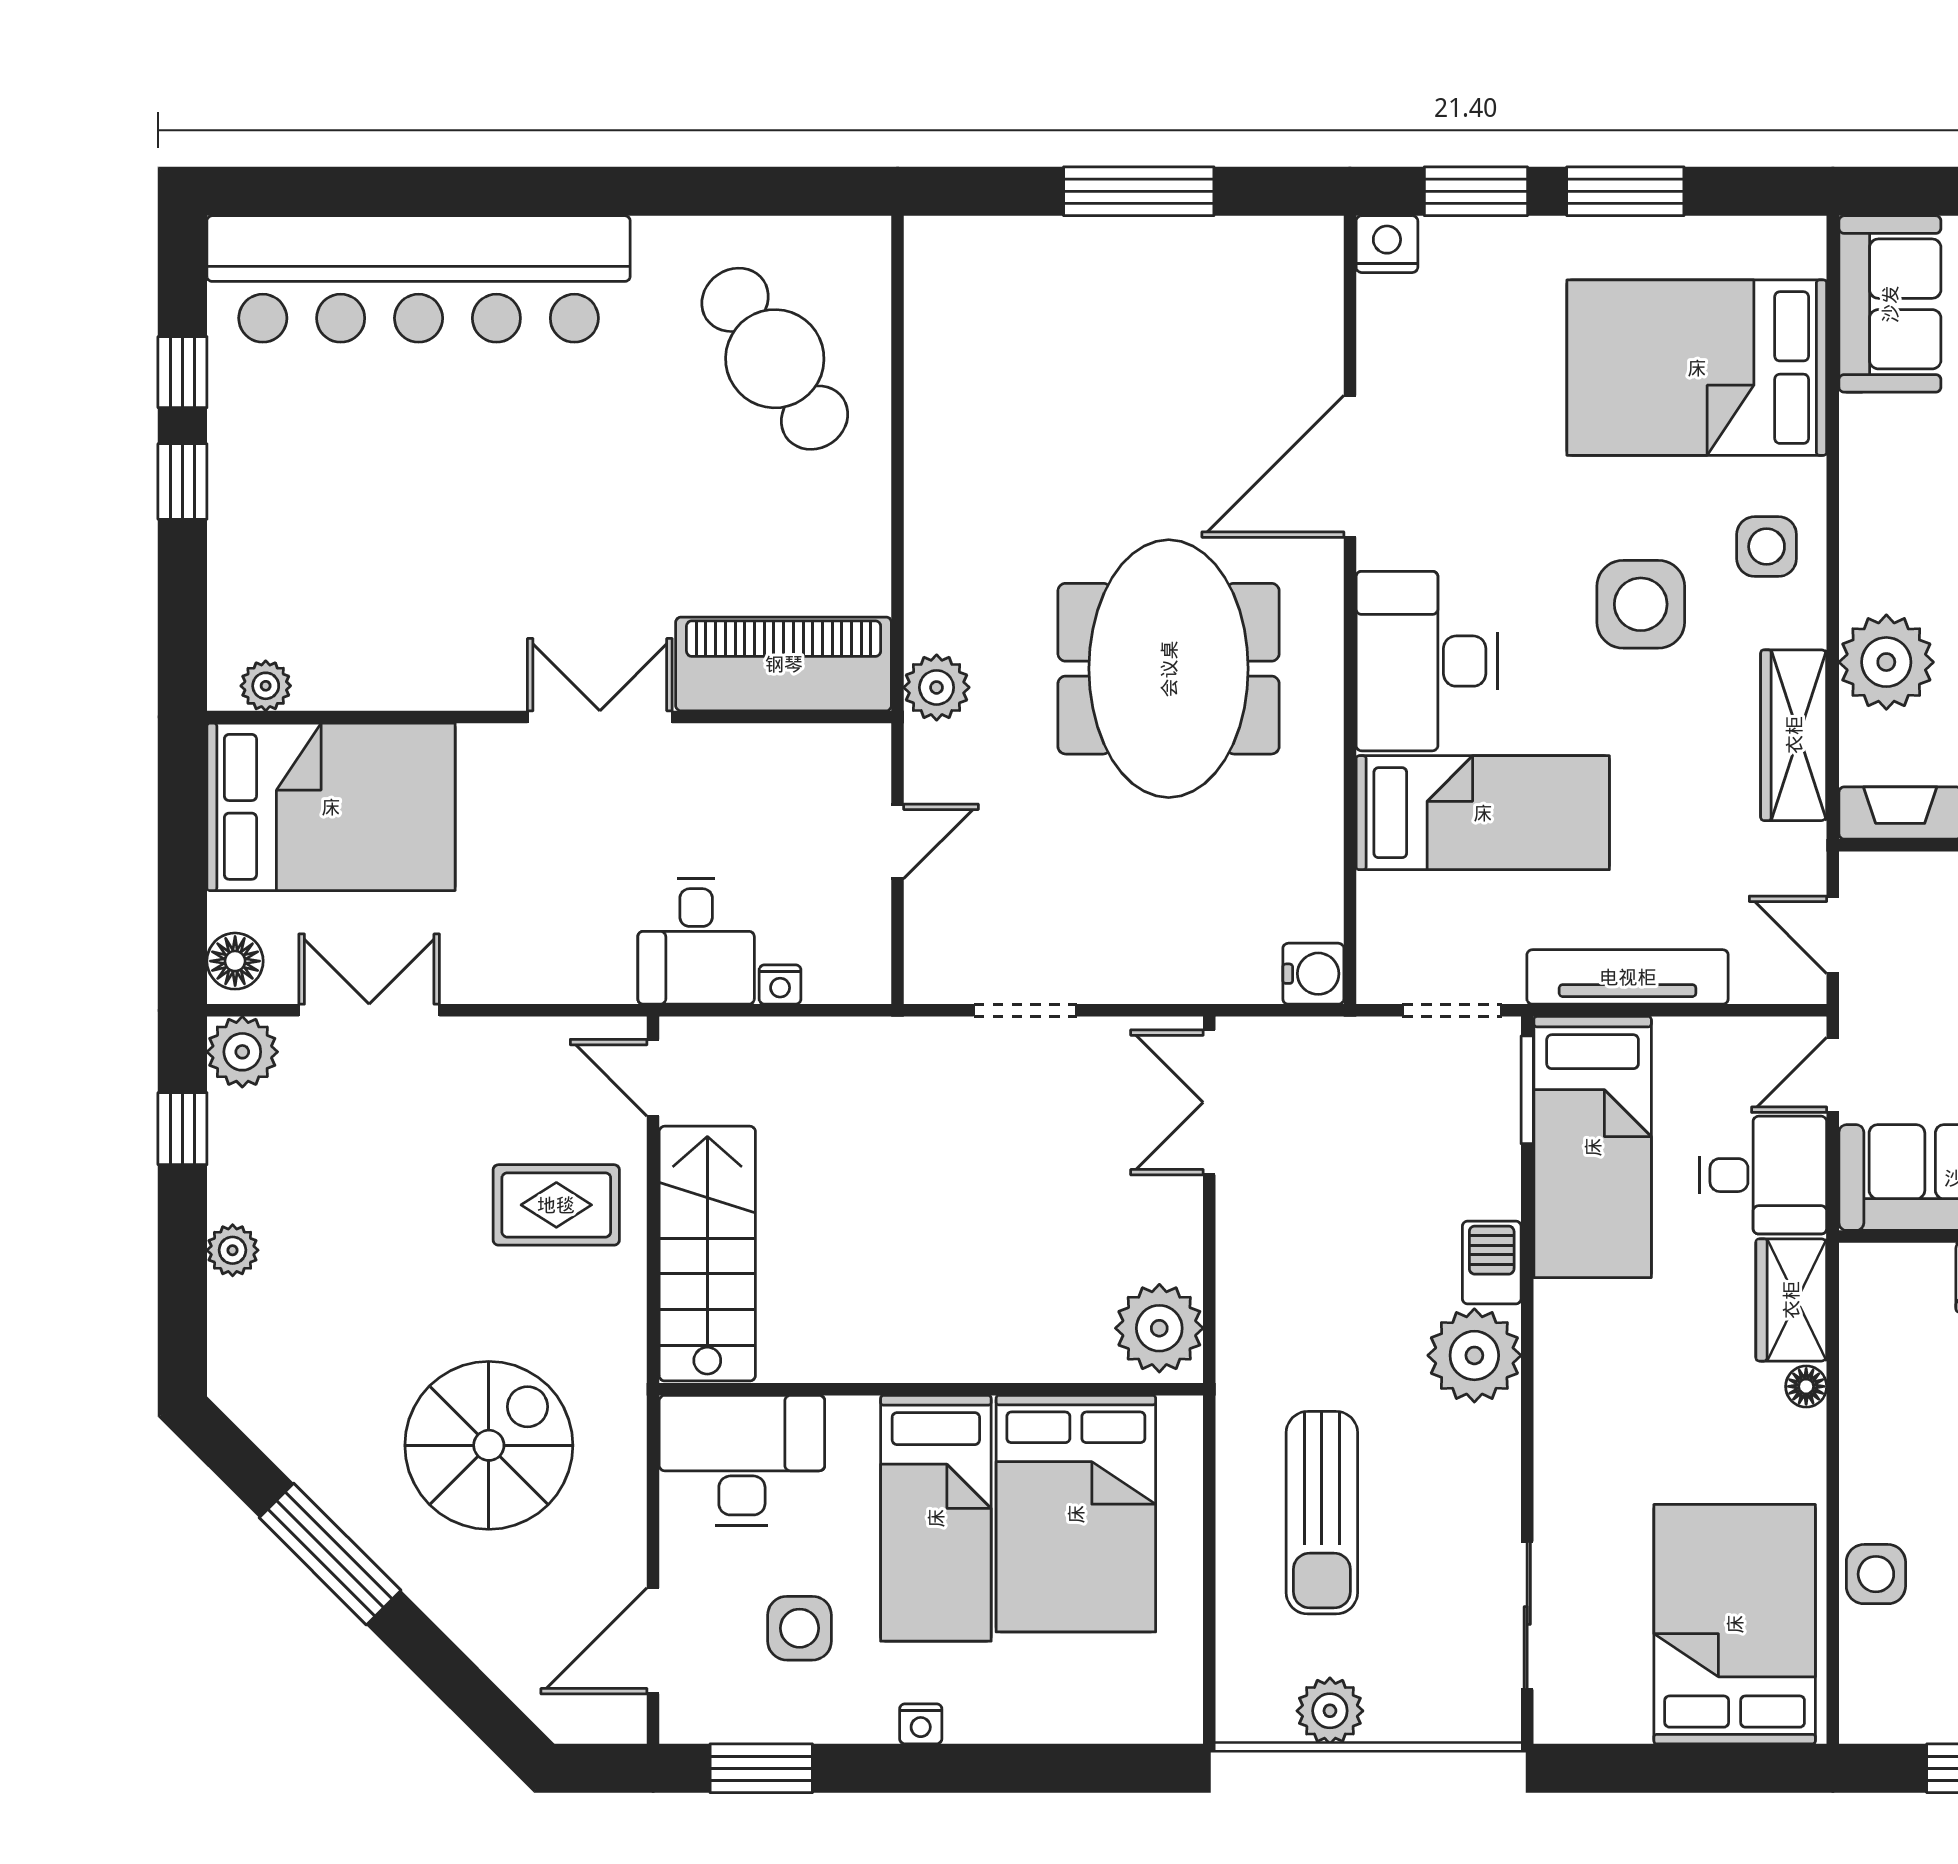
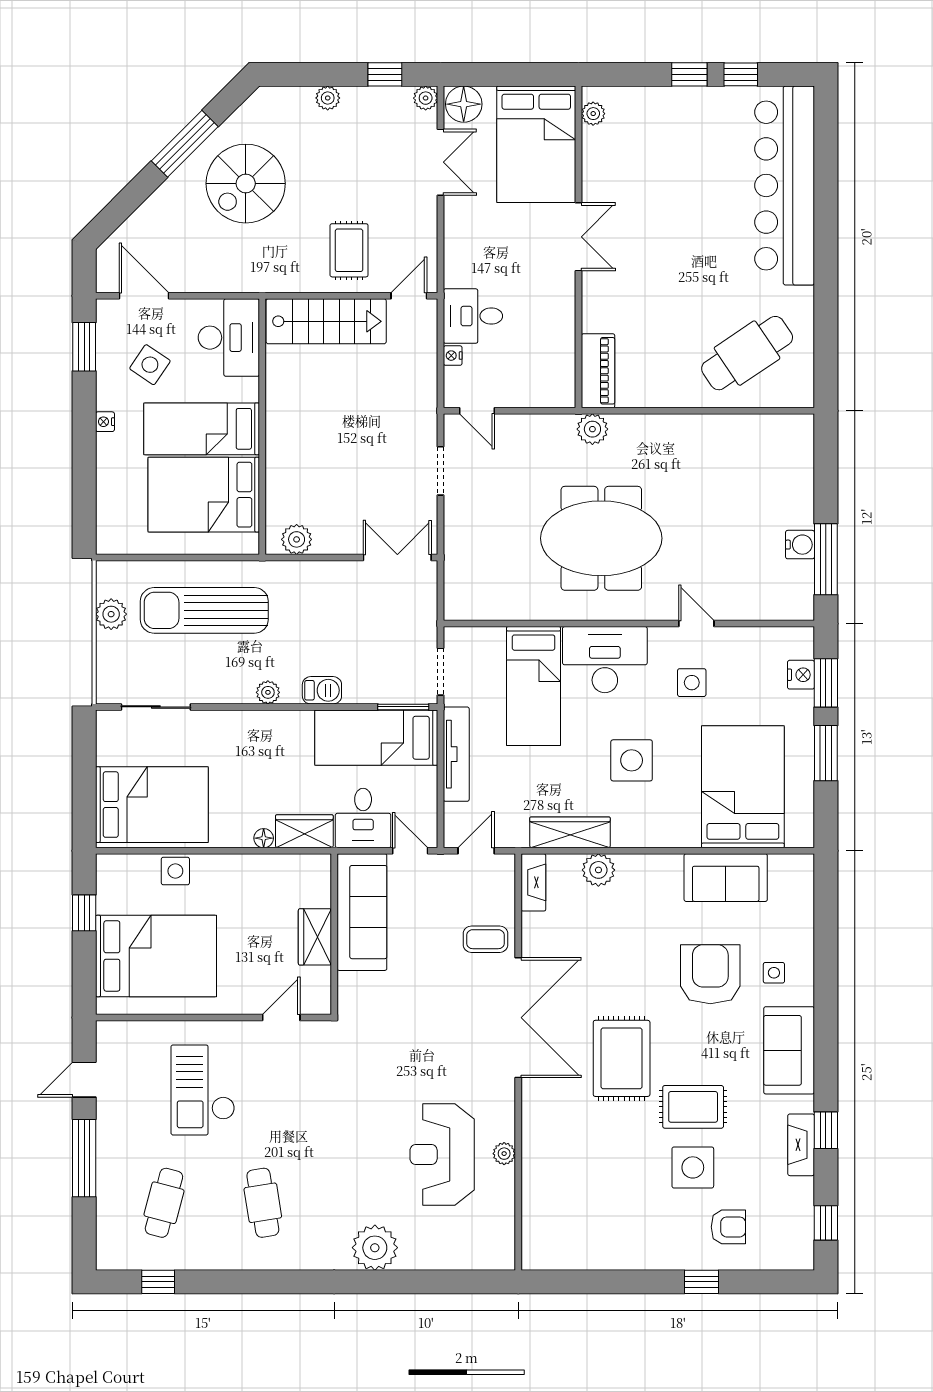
window: (1139, 191) -> (826, 559), moved
nightstand: (1387, 244) -> (801, 675), moved
sofa: (1890, 304) -> (726, 878), moved
door: (1350, 466) -> (696, 624), width x0.53
side table: (1767, 547) -> (692, 683), moved
plant: (1886, 662) -> (598, 870), width x0.73, depth x0.73
piano: (784, 664) -> (598, 371), width x0.73, depth x0.75
double door: (600, 717) -> (579, 237), moved
door: (898, 841) -> (477, 411), moved
floor lamp: (235, 961) -> (464, 104), width x1.38, depth x1.38
water cooler: (1313, 974) -> (800, 545), moved, turned -90
plant: (242, 1052) -> (426, 98), width x0.73, depth x0.73
plant: (1159, 1328) -> (297, 539), width x0.73, depth x0.73
plant: (1474, 1355) -> (268, 692), width x0.53, depth x0.53
spiral stairs: (489, 1445) -> (246, 184), moved, turned 90
sun lounger: (1322, 1513) -> (204, 610), width x1.36, depth x1.34
side table: (800, 1628) -> (150, 365), turned 34

